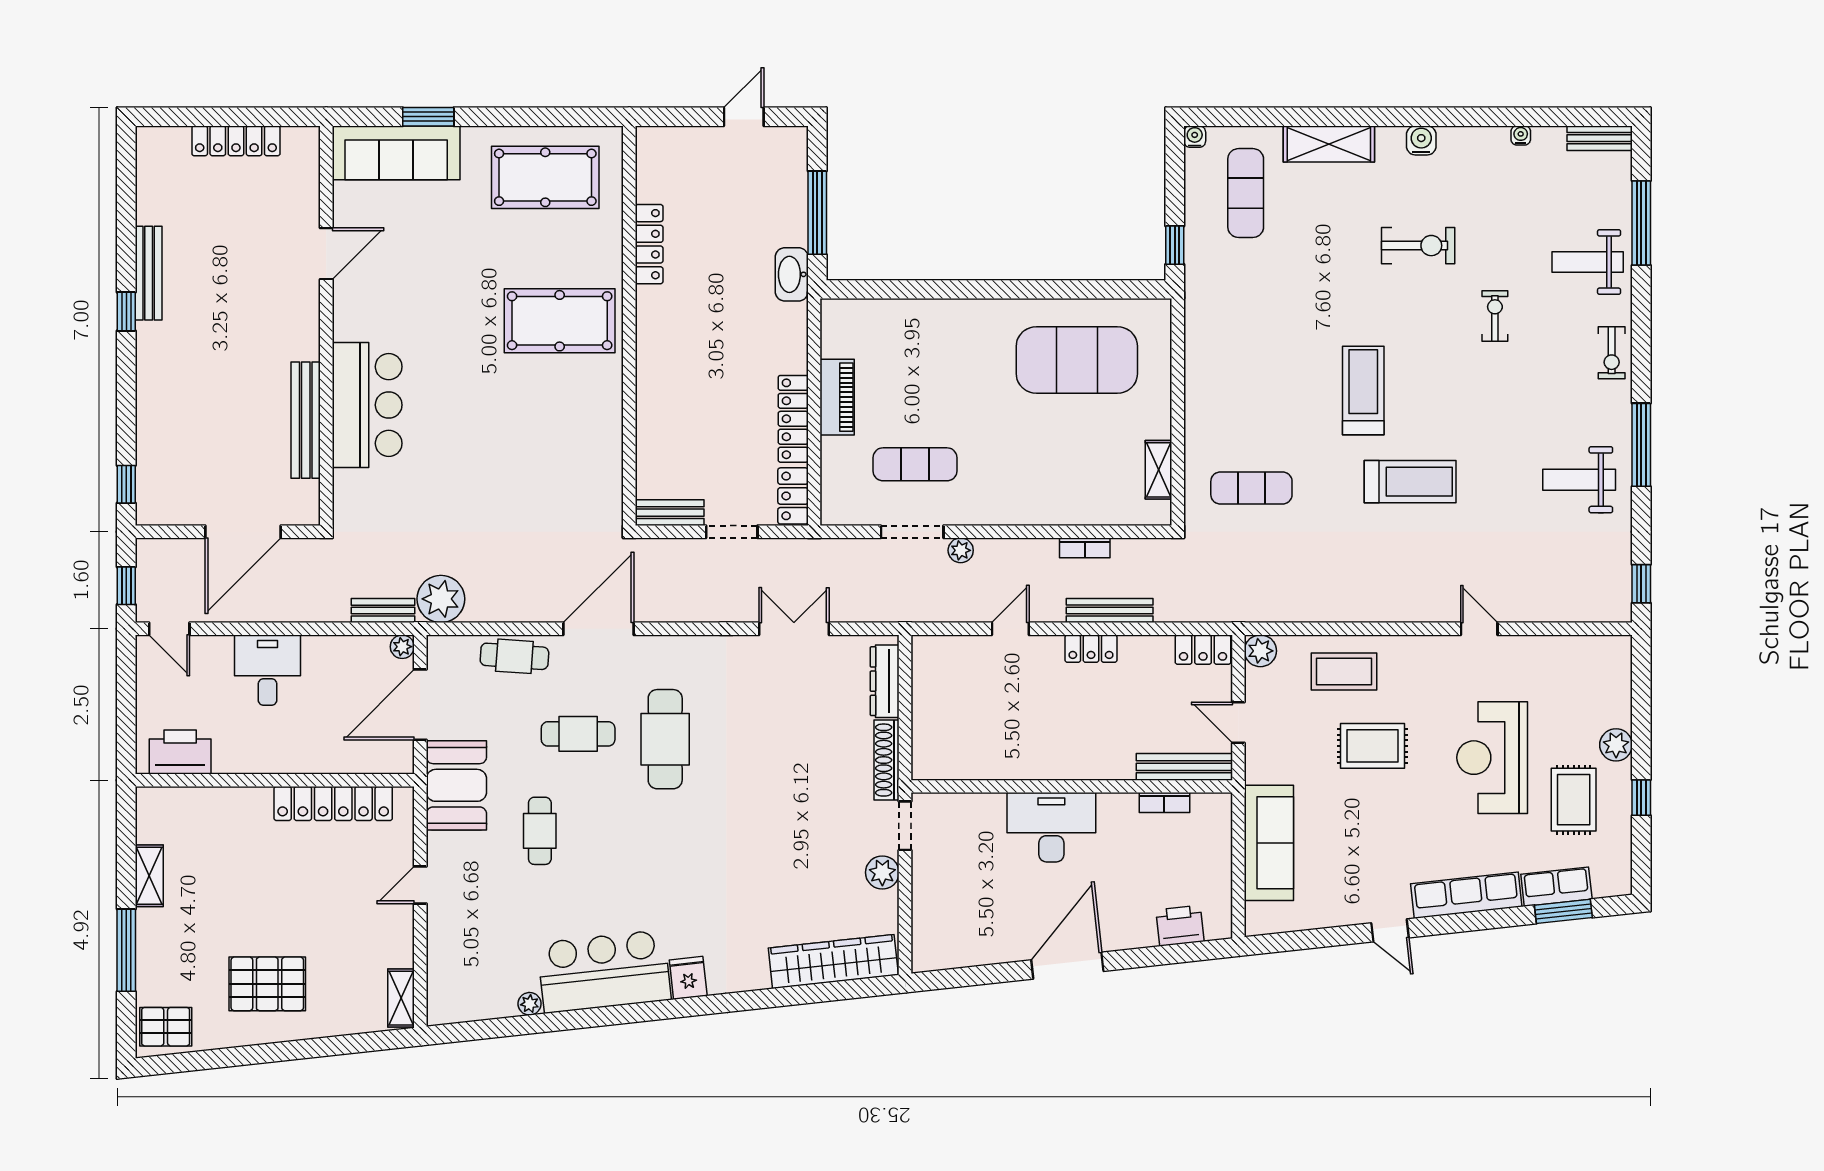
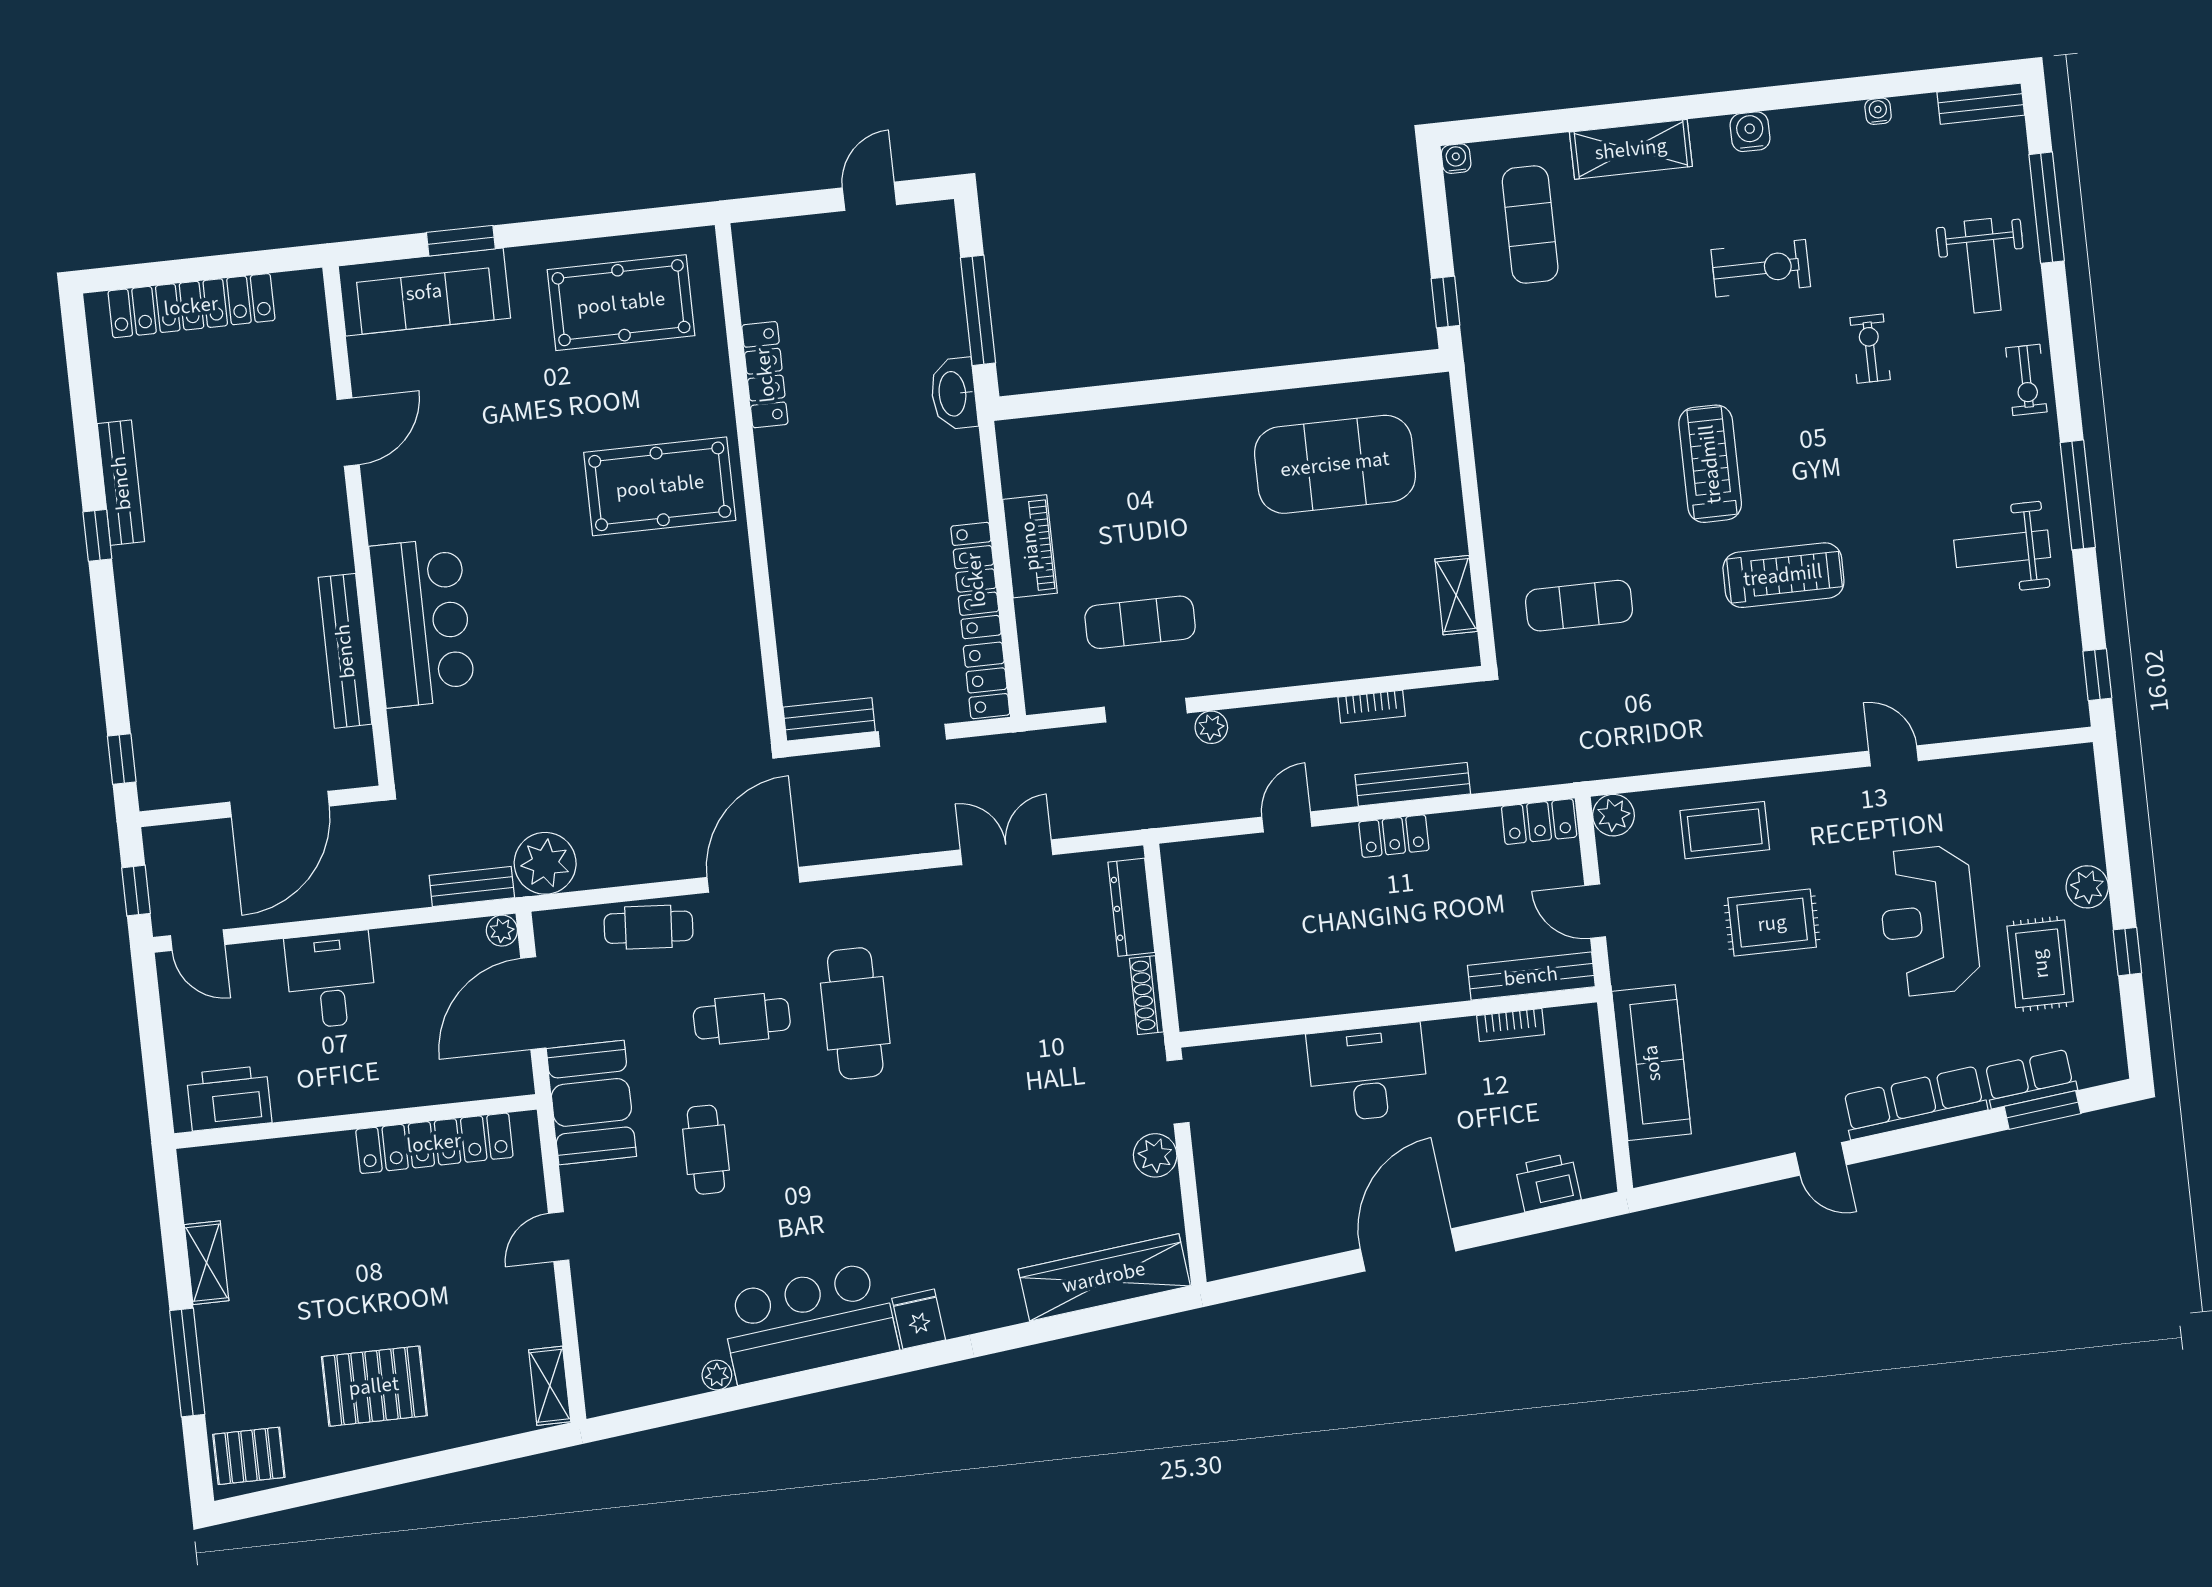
locker: (236, 141) -> (191, 306), width x1.41, depth x1.21
weight bench: (1588, 262) -> (1983, 266), turned -90
shoe rack: (887, 760) -> (1146, 995), width x0.74, depth x0.81

